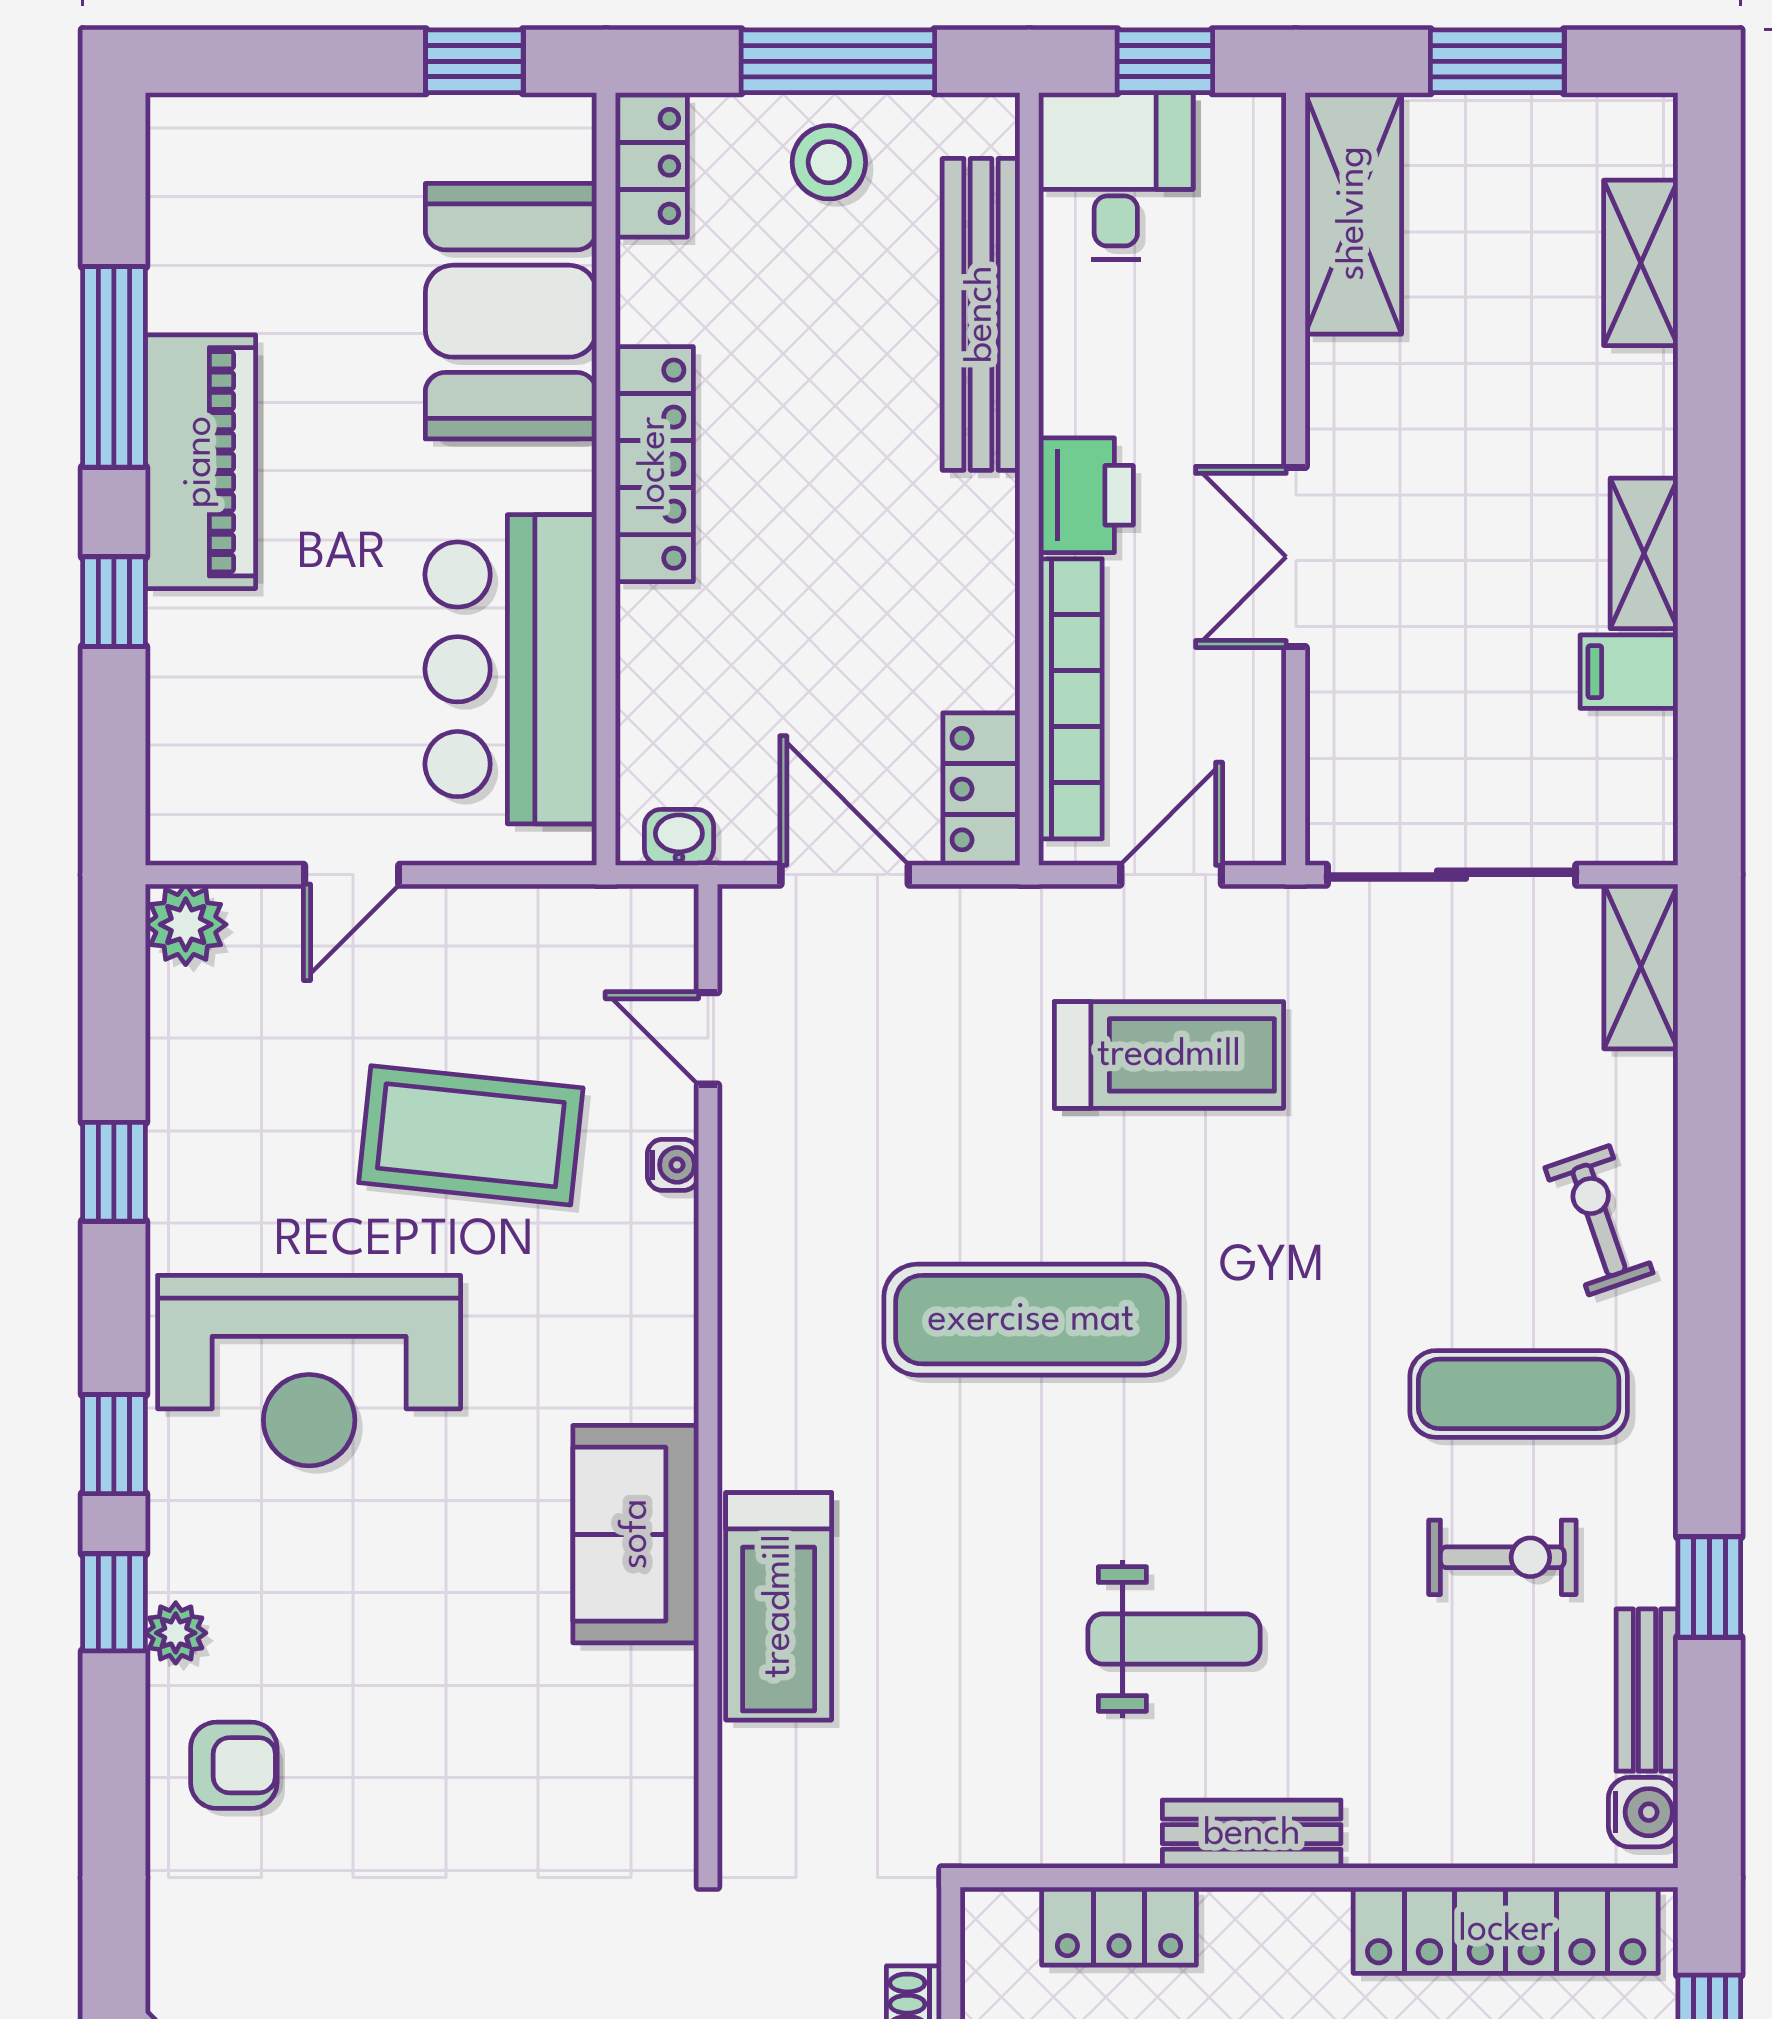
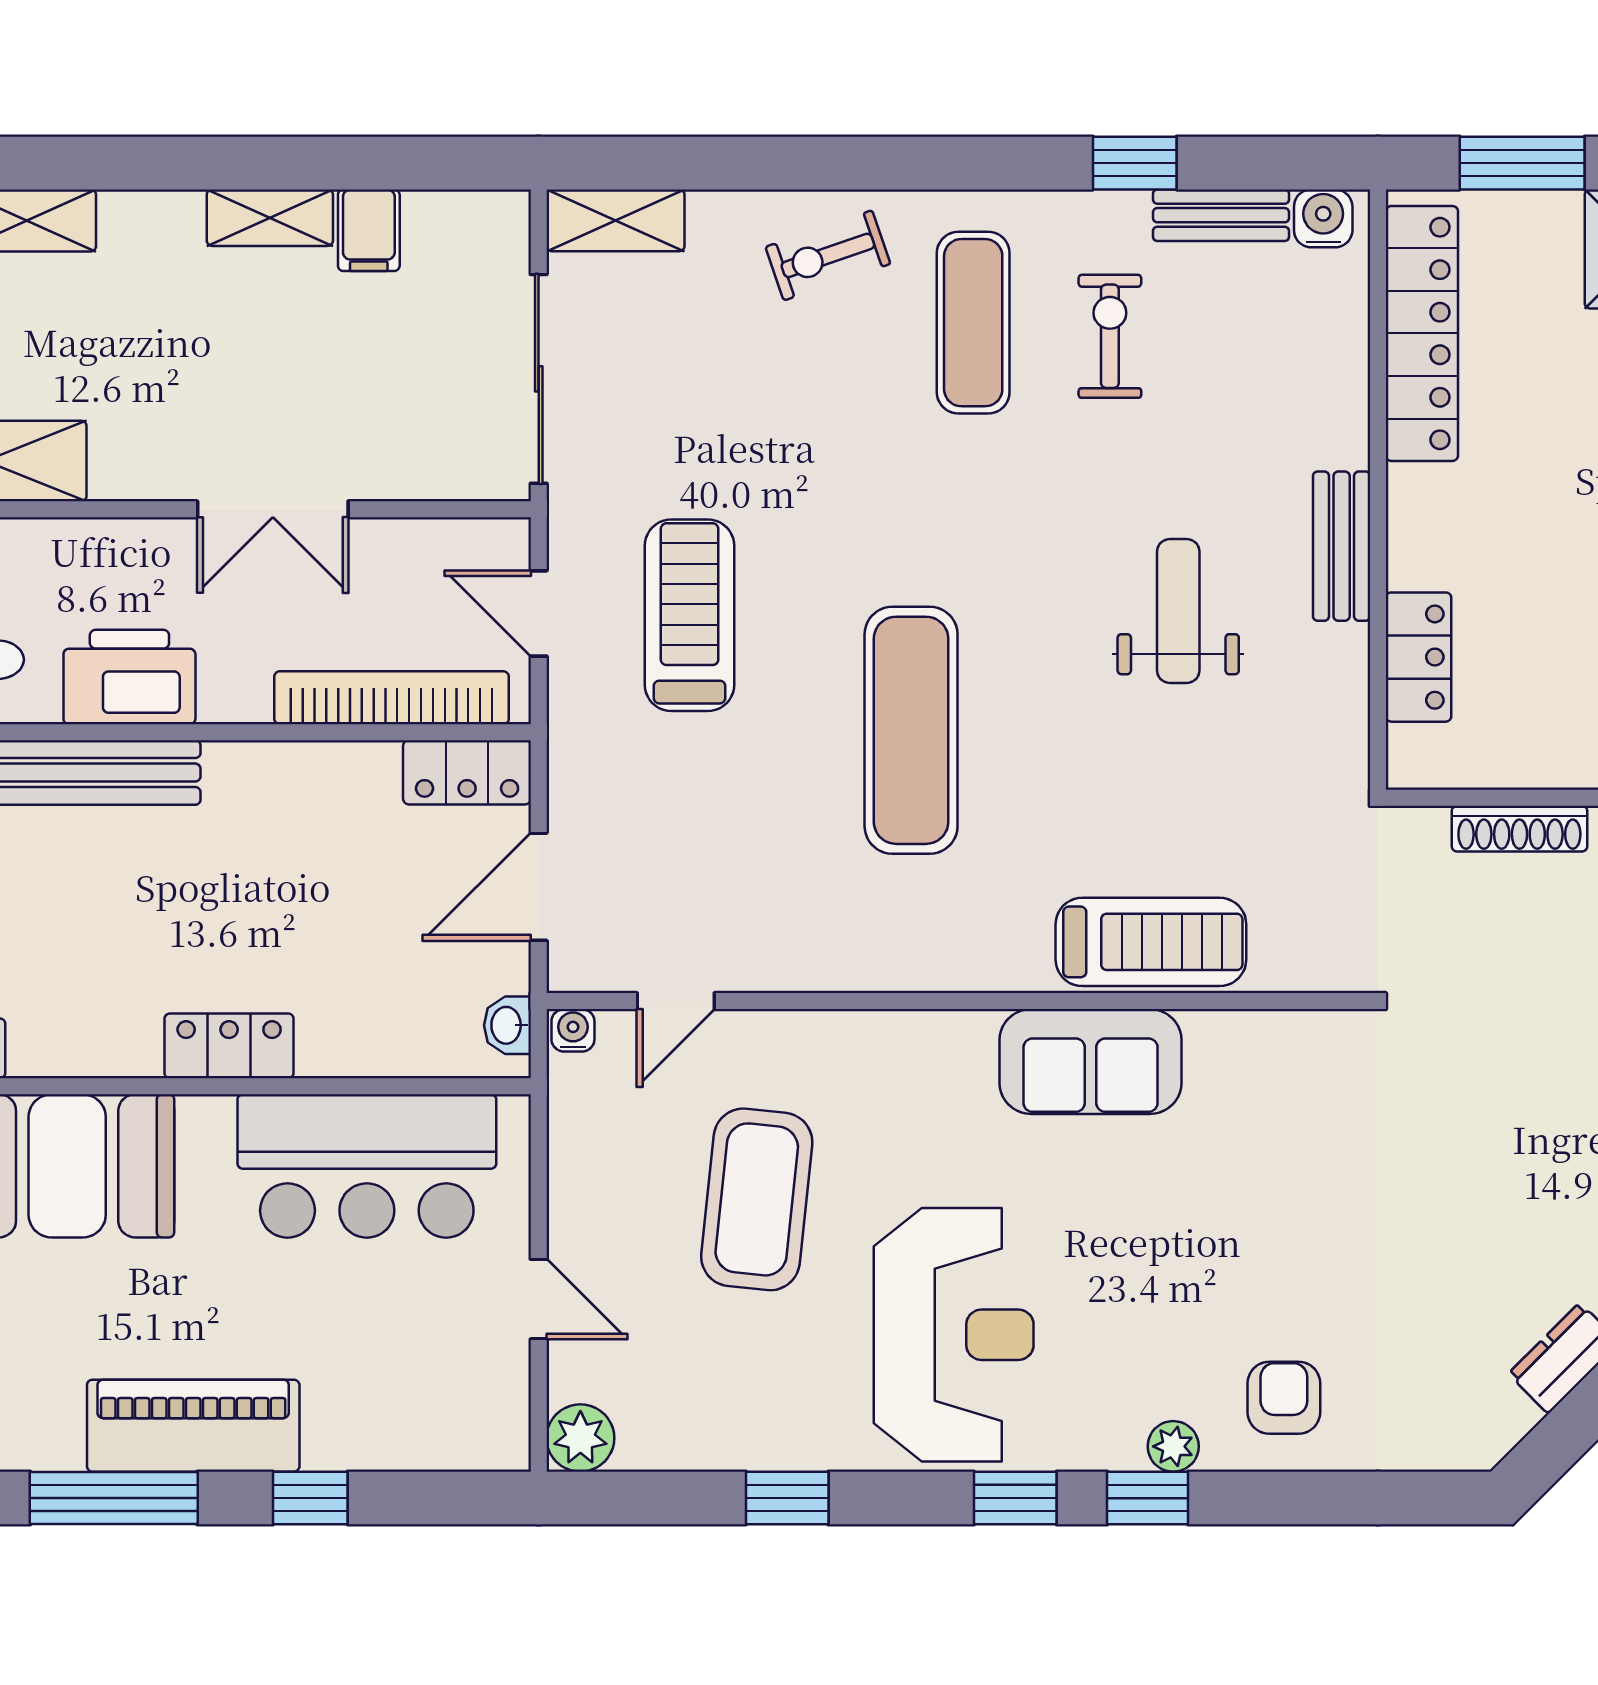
locker: (654, 464) -> (229, 1046), width x0.66
printer: (1086, 495) -> (129, 677), moved, width x1.37, depth x1.19
water cooler: (673, 1165) -> (573, 1030), moved

